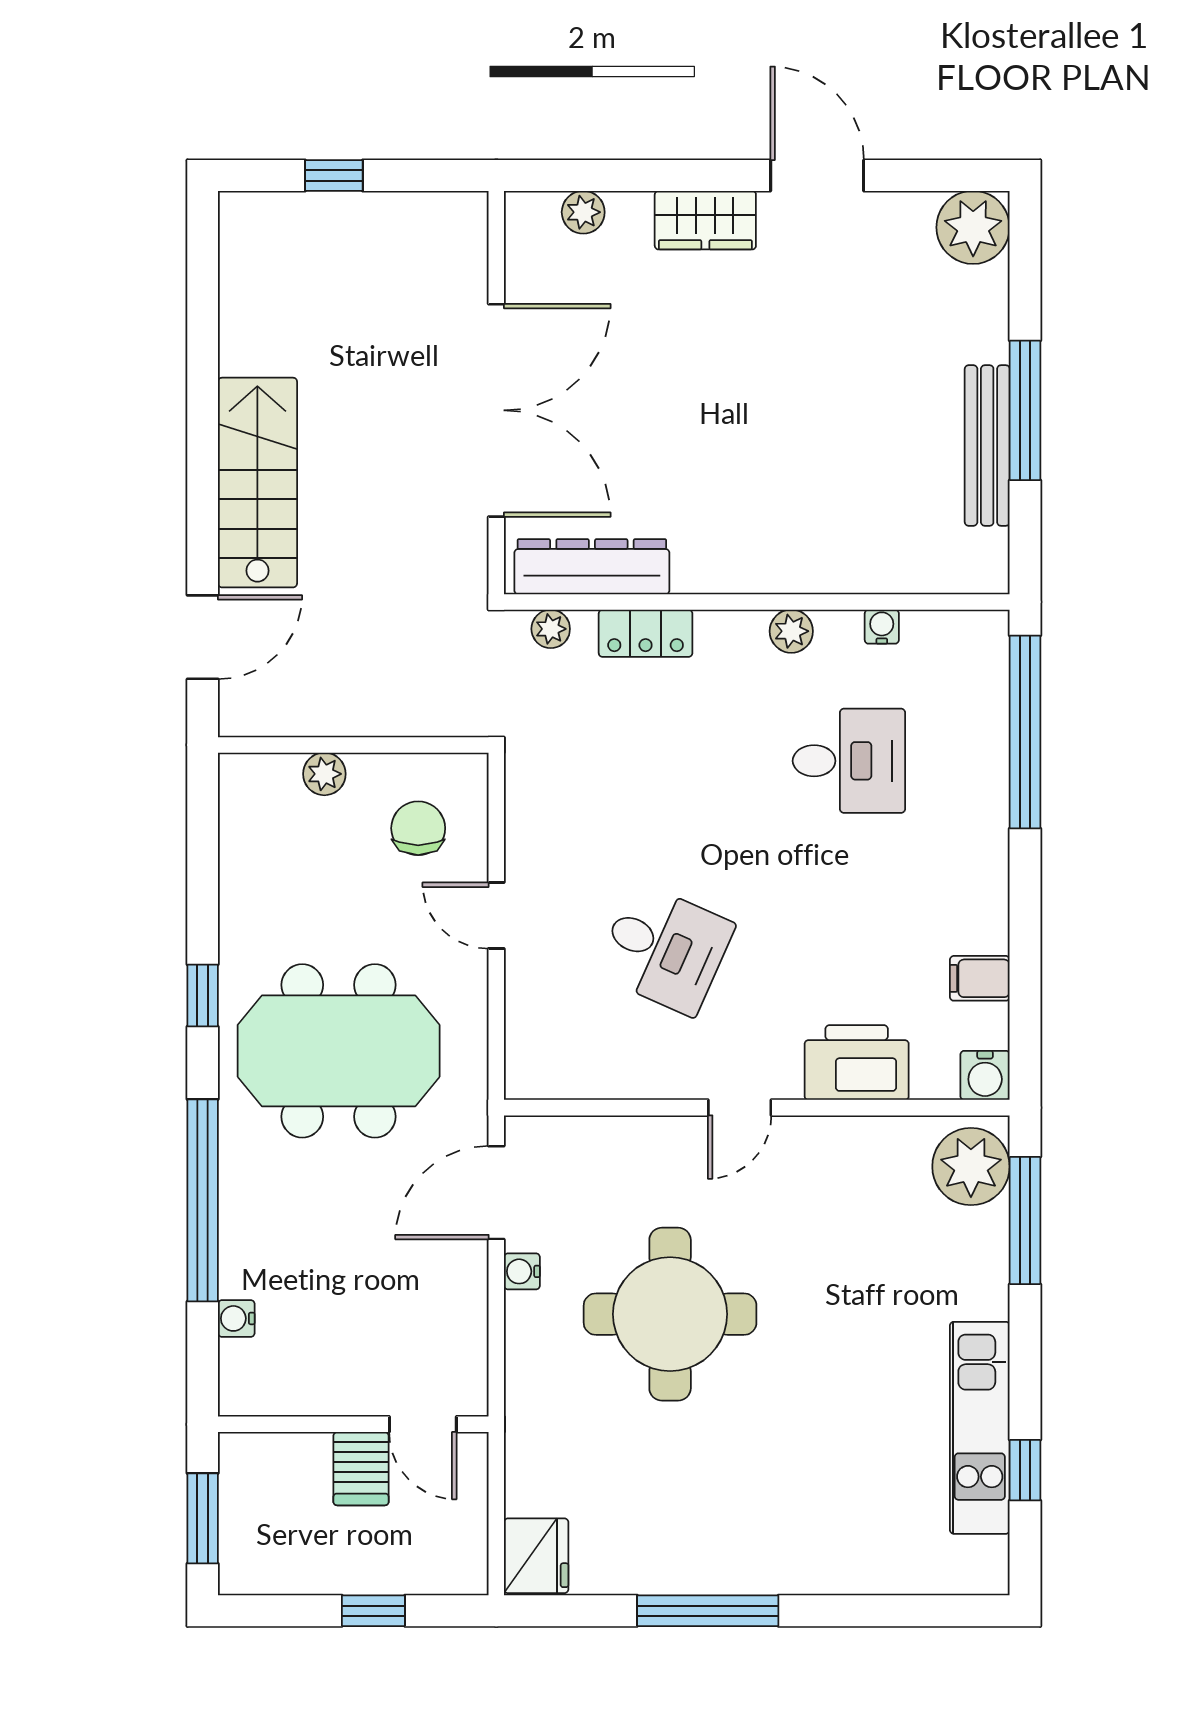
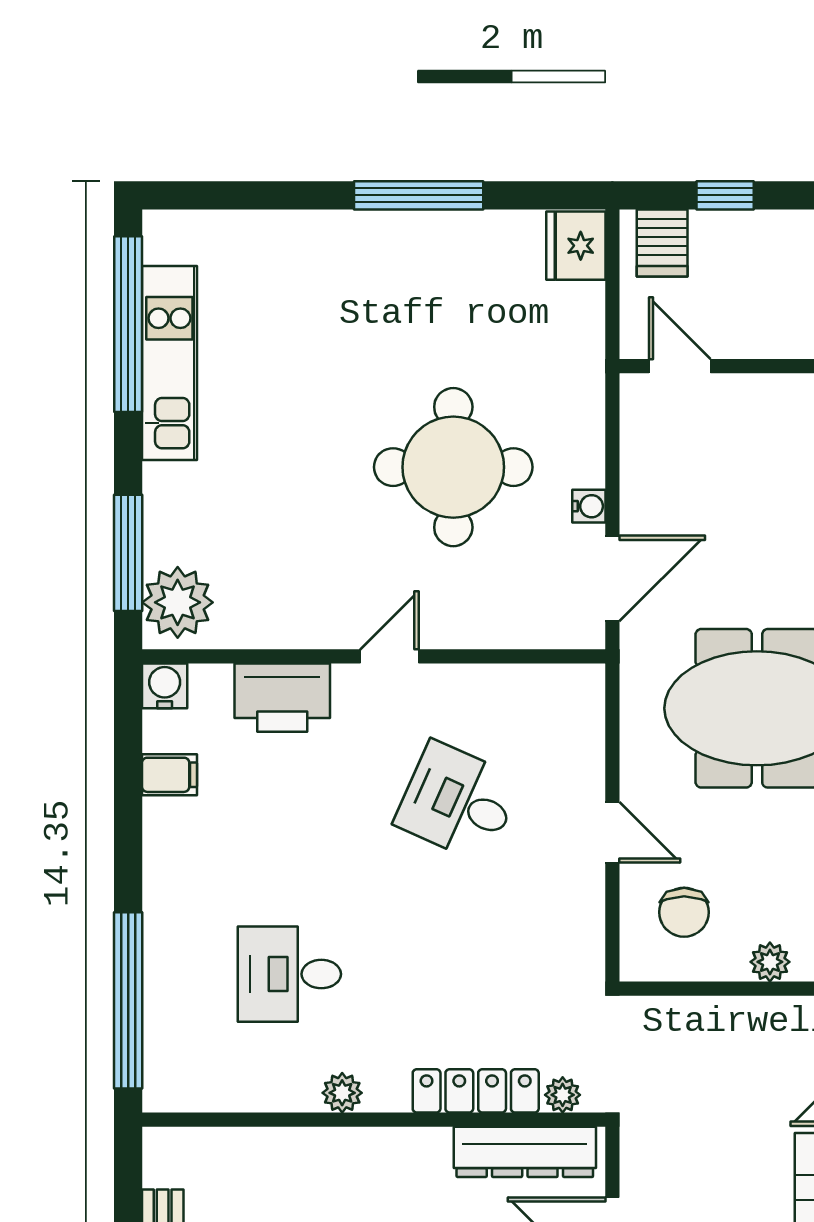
water cooler: (882, 627) -> (259, 1097), removed
locker: (646, 633) -> (476, 1091), width x1.53
server rack: (361, 1469) -> (662, 243), moved, turned 180
window: (1025, 1470) -> (128, 324), width x3.17

